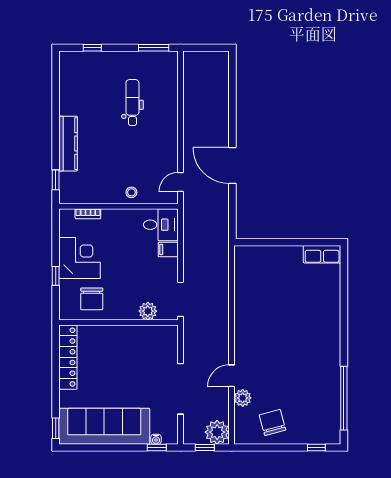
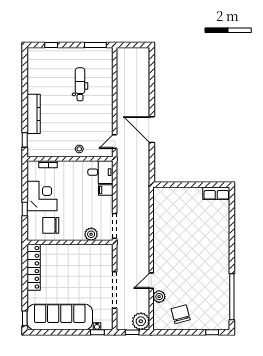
chair: (92, 299) -> (51, 225), turned 90

